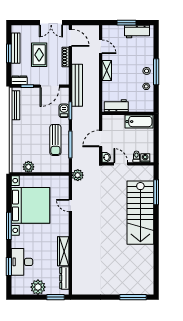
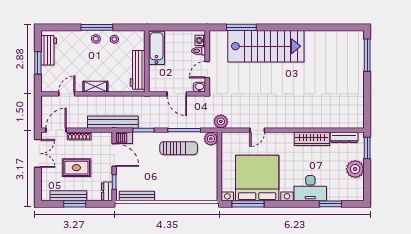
workbench: (116, 106) -> (138, 70), width x1.37
barbecue: (64, 111) -> (124, 138), moved
plant: (28, 167) -> (211, 139), moved
window: (9, 226) -> (248, 204), moved
desk: (22, 262) -> (310, 188), moved

